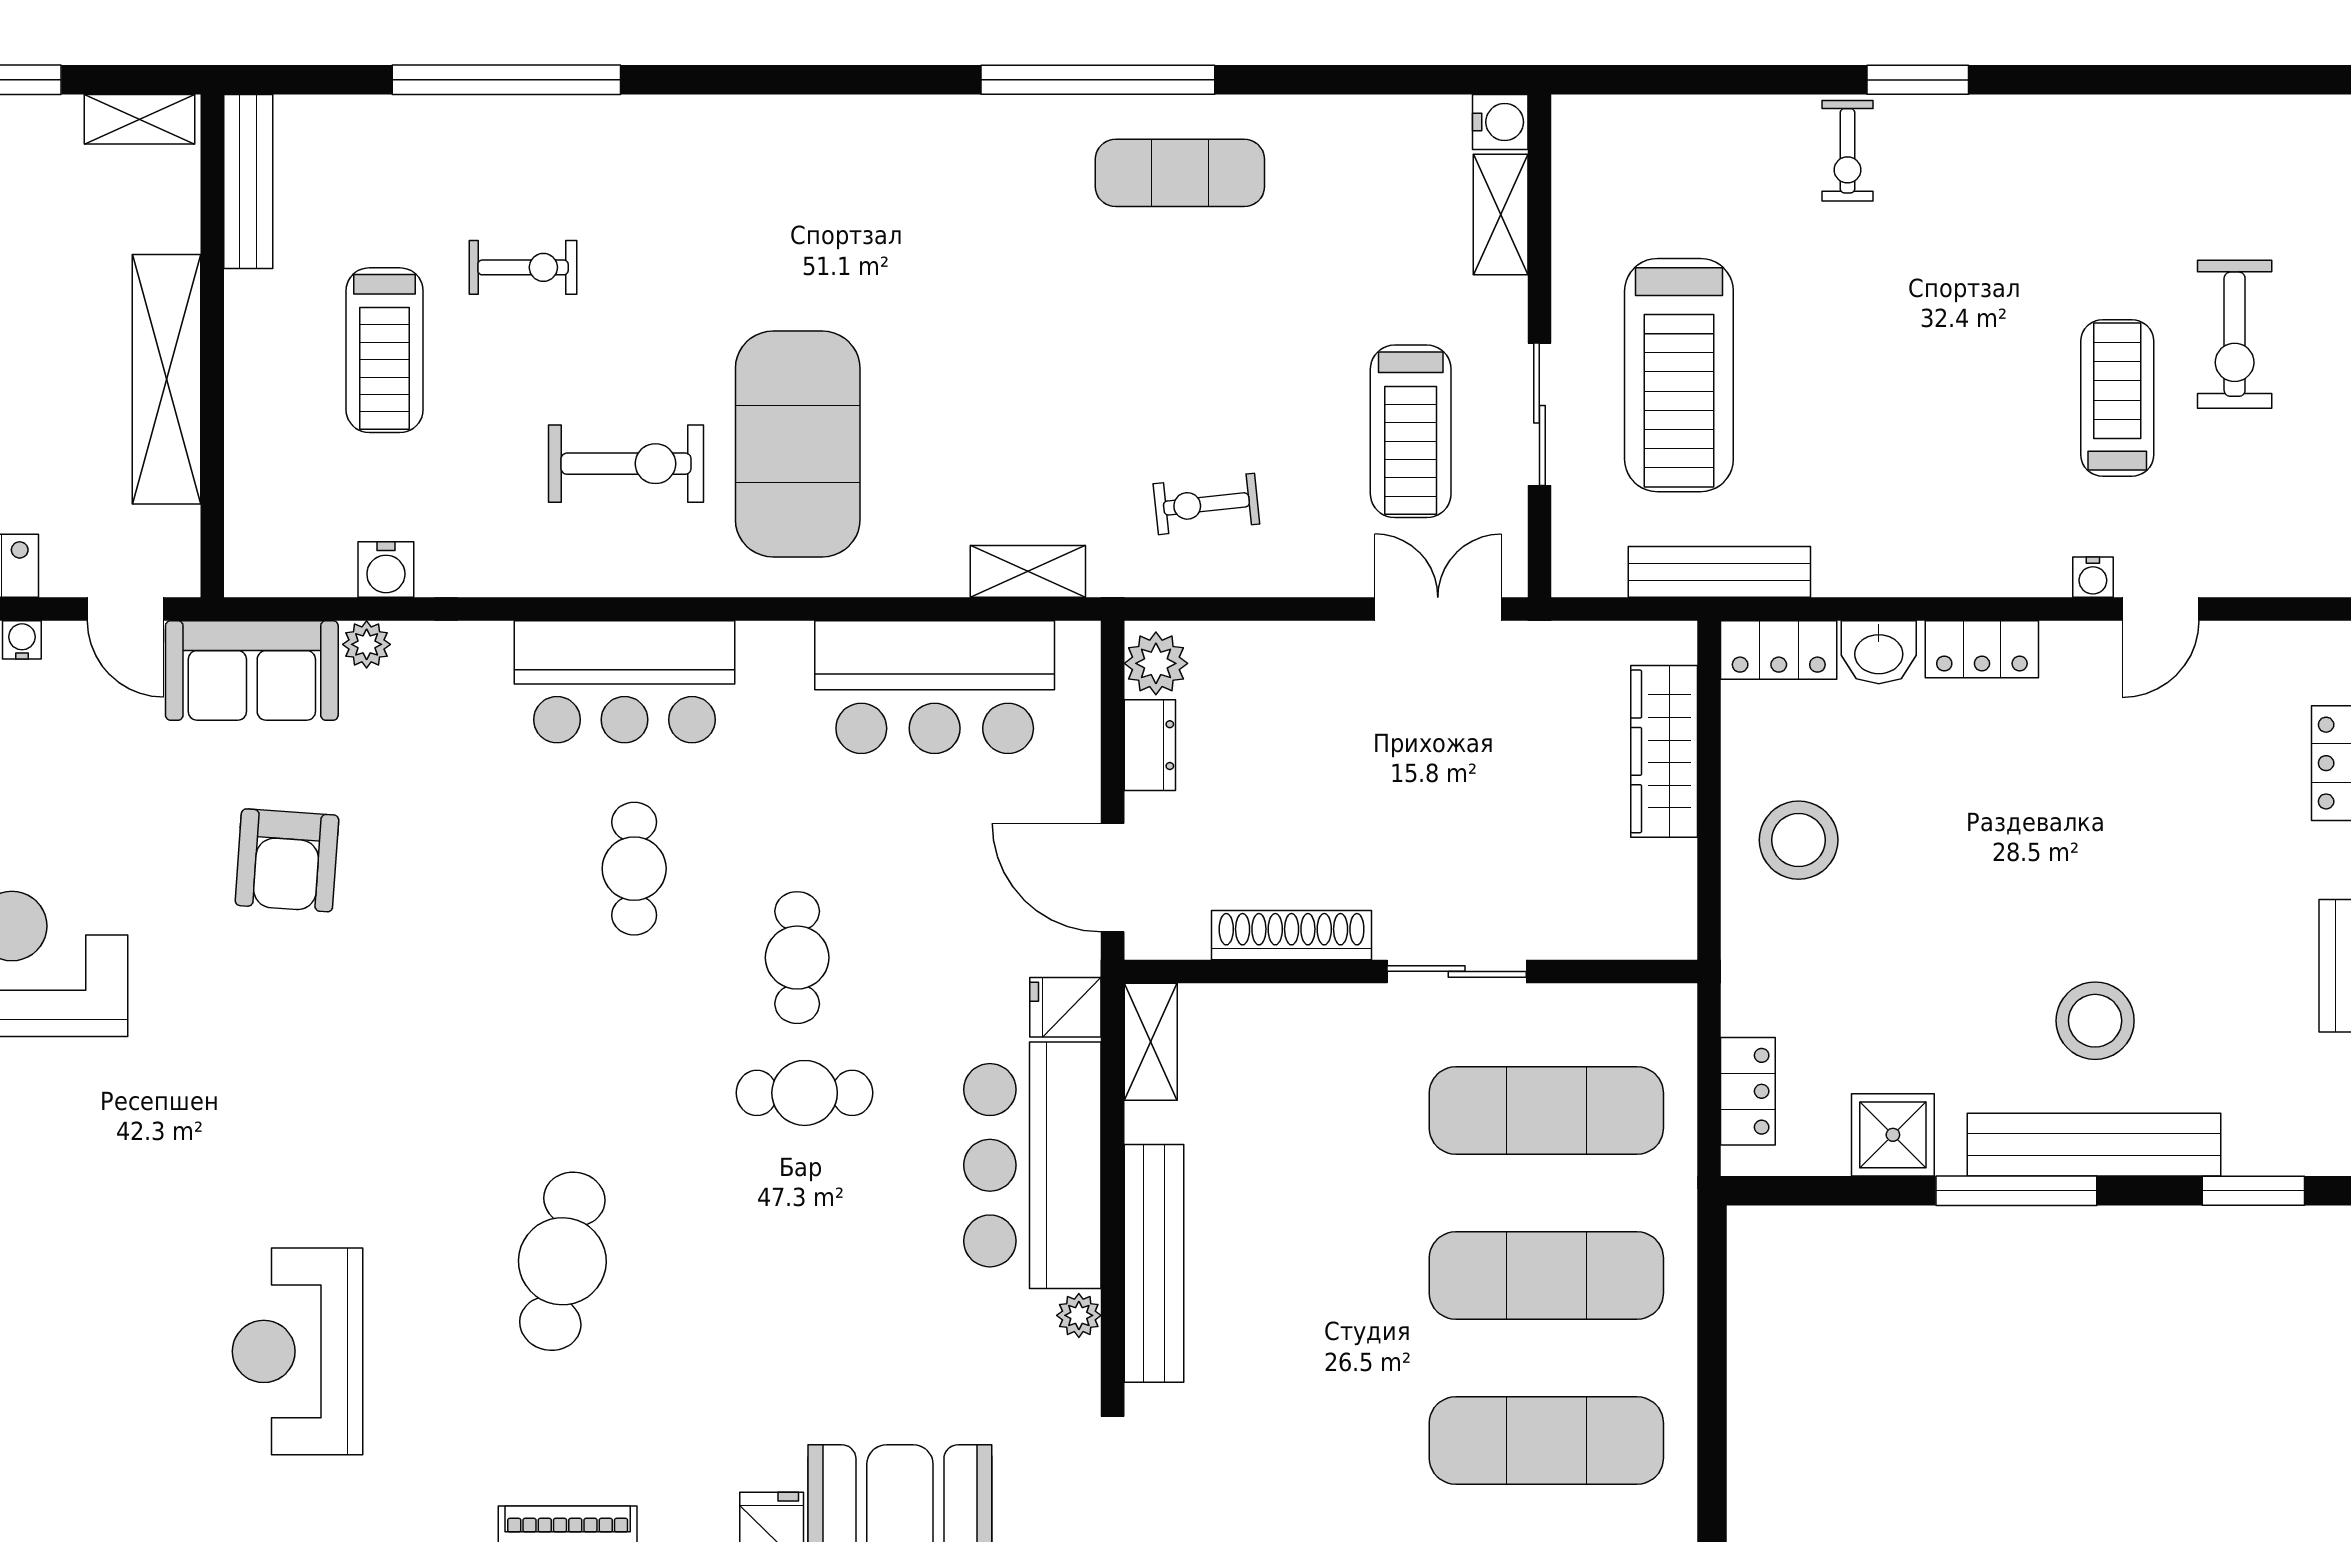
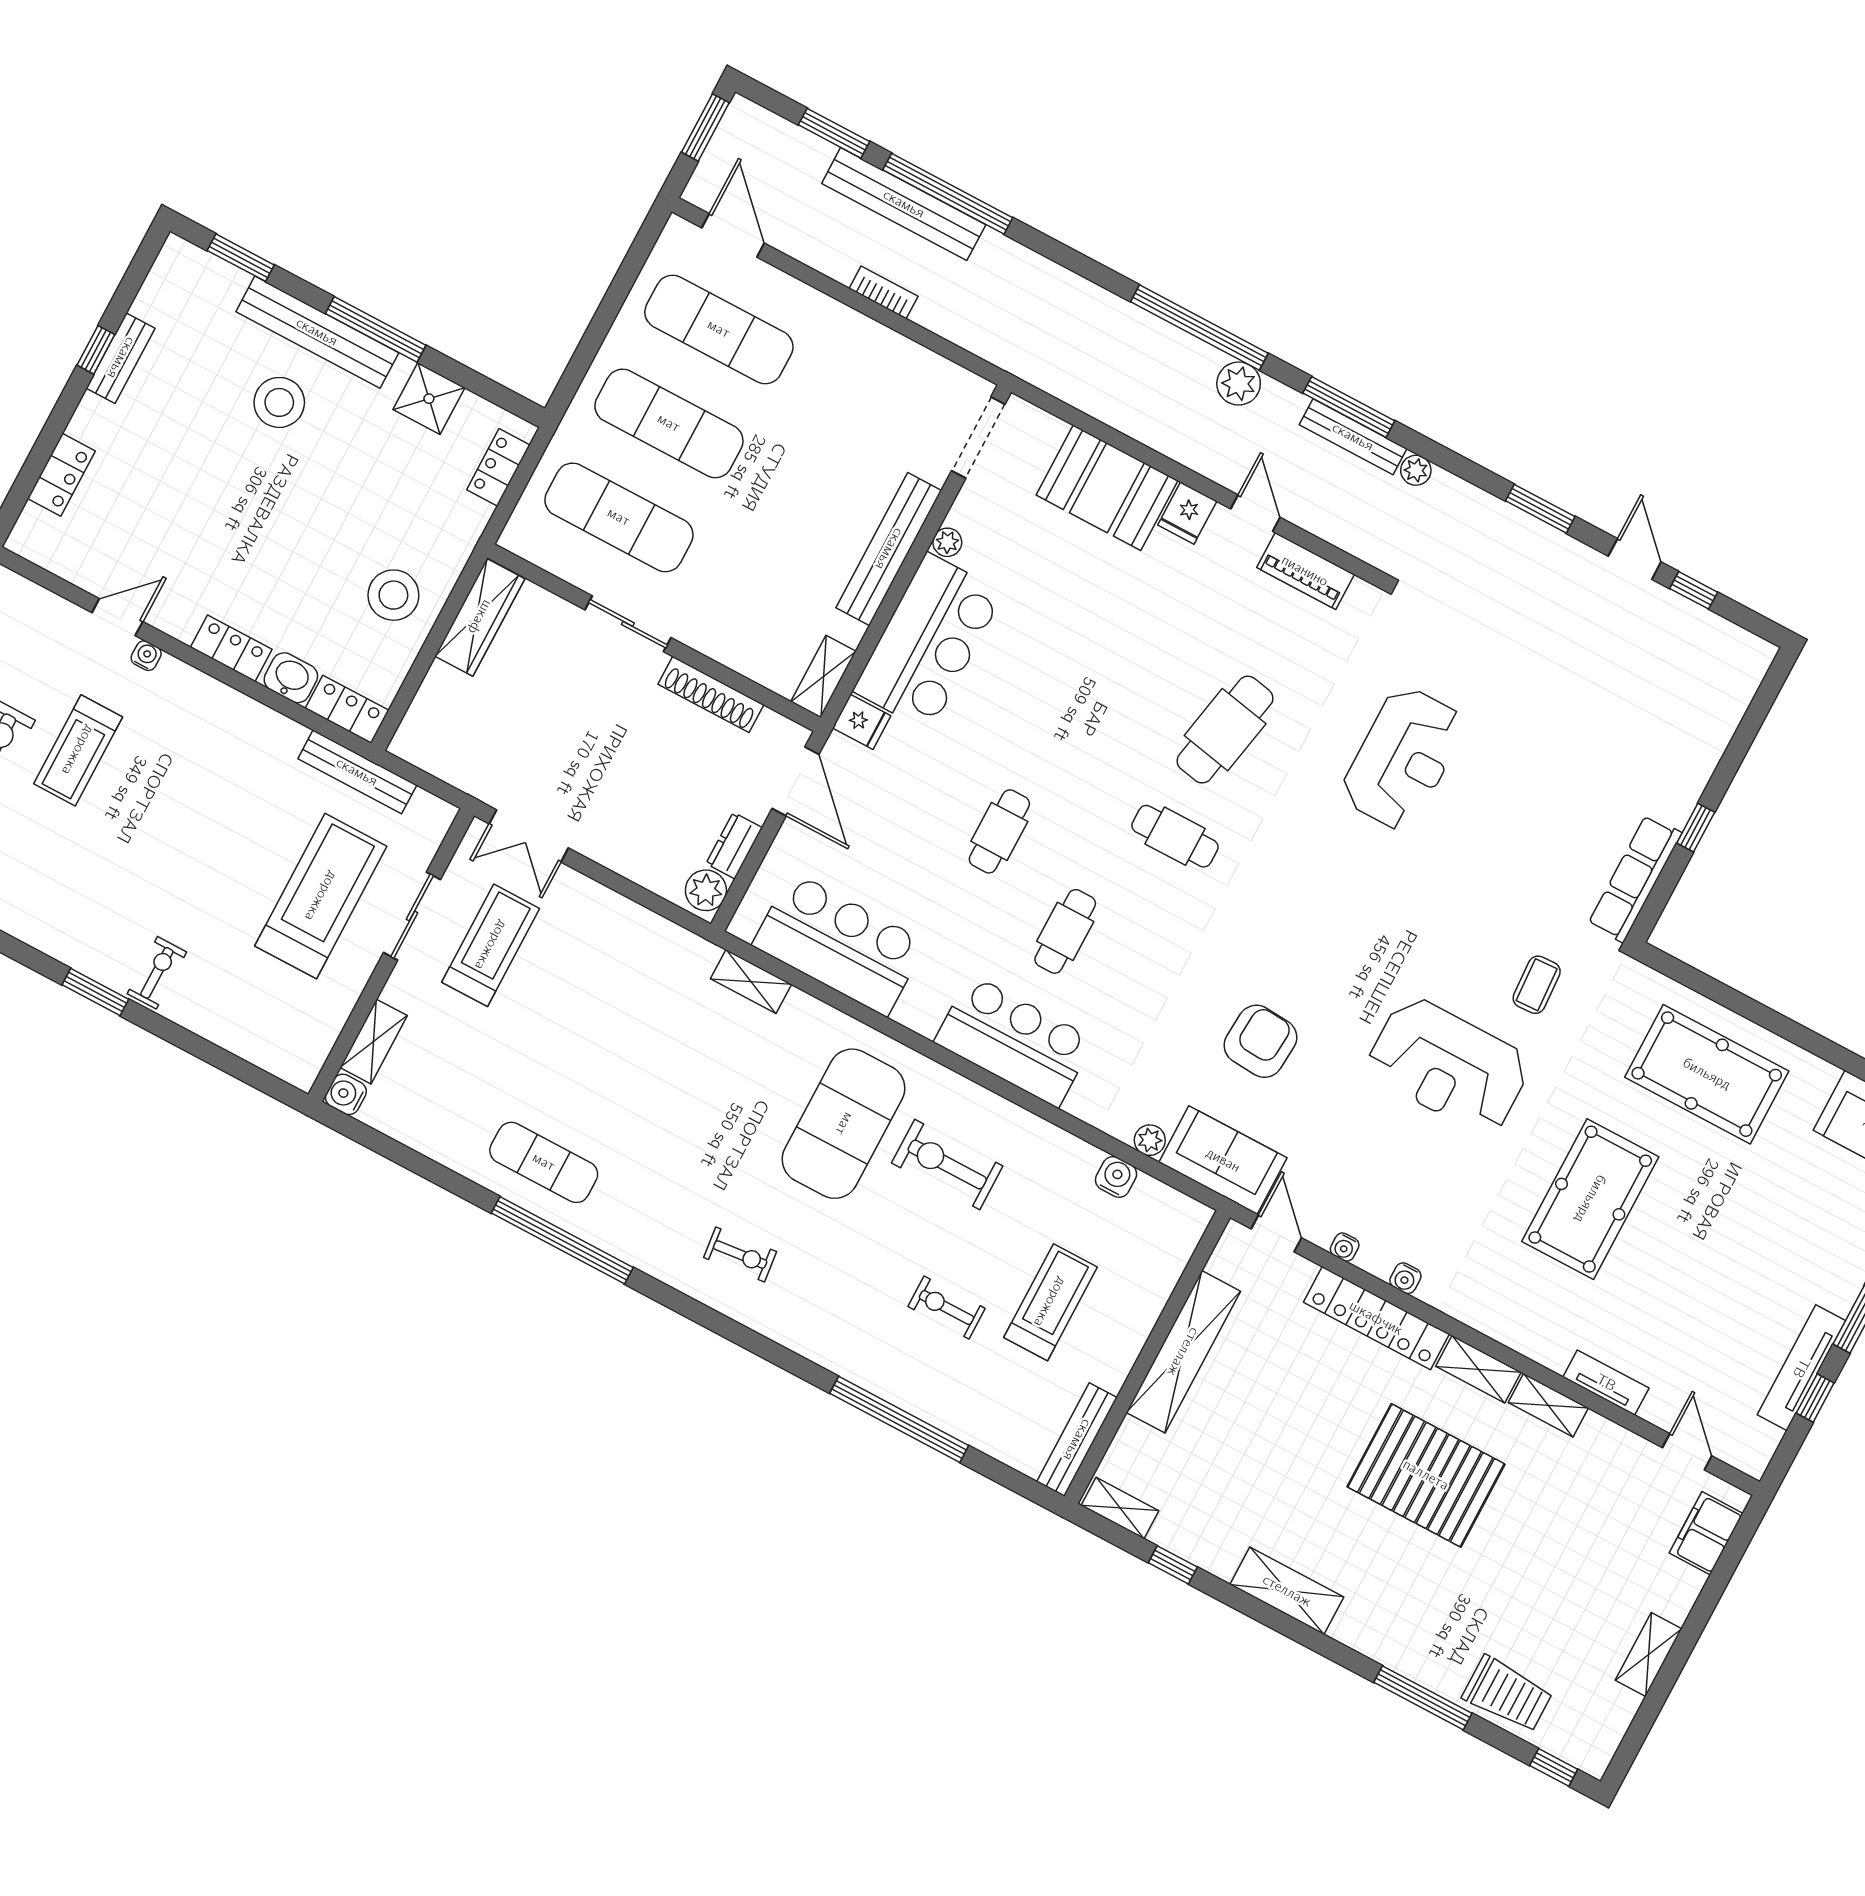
exercise bike: (1206, 504) -> (740, 1255), moved
wardrobe: (1664, 751) -> (480, 617), moved
cafe table: (805, 1093) -> (1175, 836), moved

